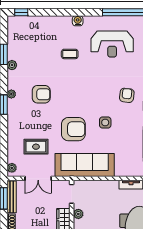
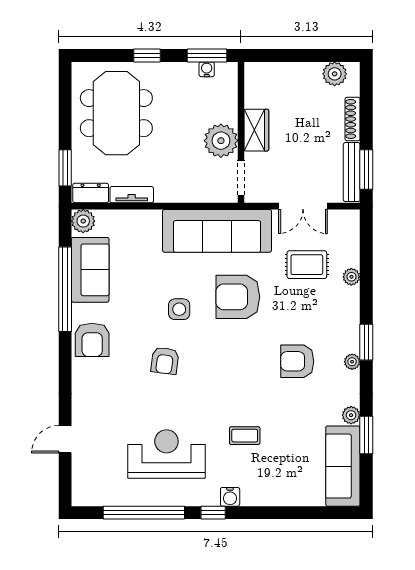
window: (21, 12) -> (213, 513), moved
sofa: (16, 37) -> (343, 466), added
armchair: (127, 95) -> (165, 361), moved
plant: (12, 168) -> (351, 277), moved
double door: (38, 178) -> (303, 206), swing flipped
plant: (78, 214) -> (221, 141), width x1.87, depth x1.87

